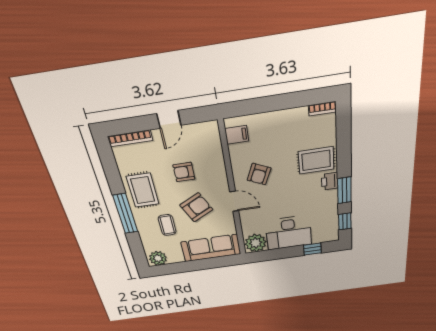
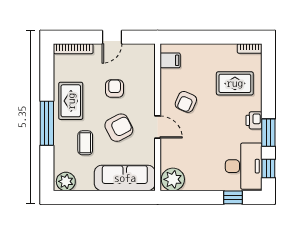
rug: (316, 160) -> (235, 83), moved
armchair: (184, 172) -> (115, 88), turned 90
desk: (289, 233) -> (244, 166), moved, turned -90

